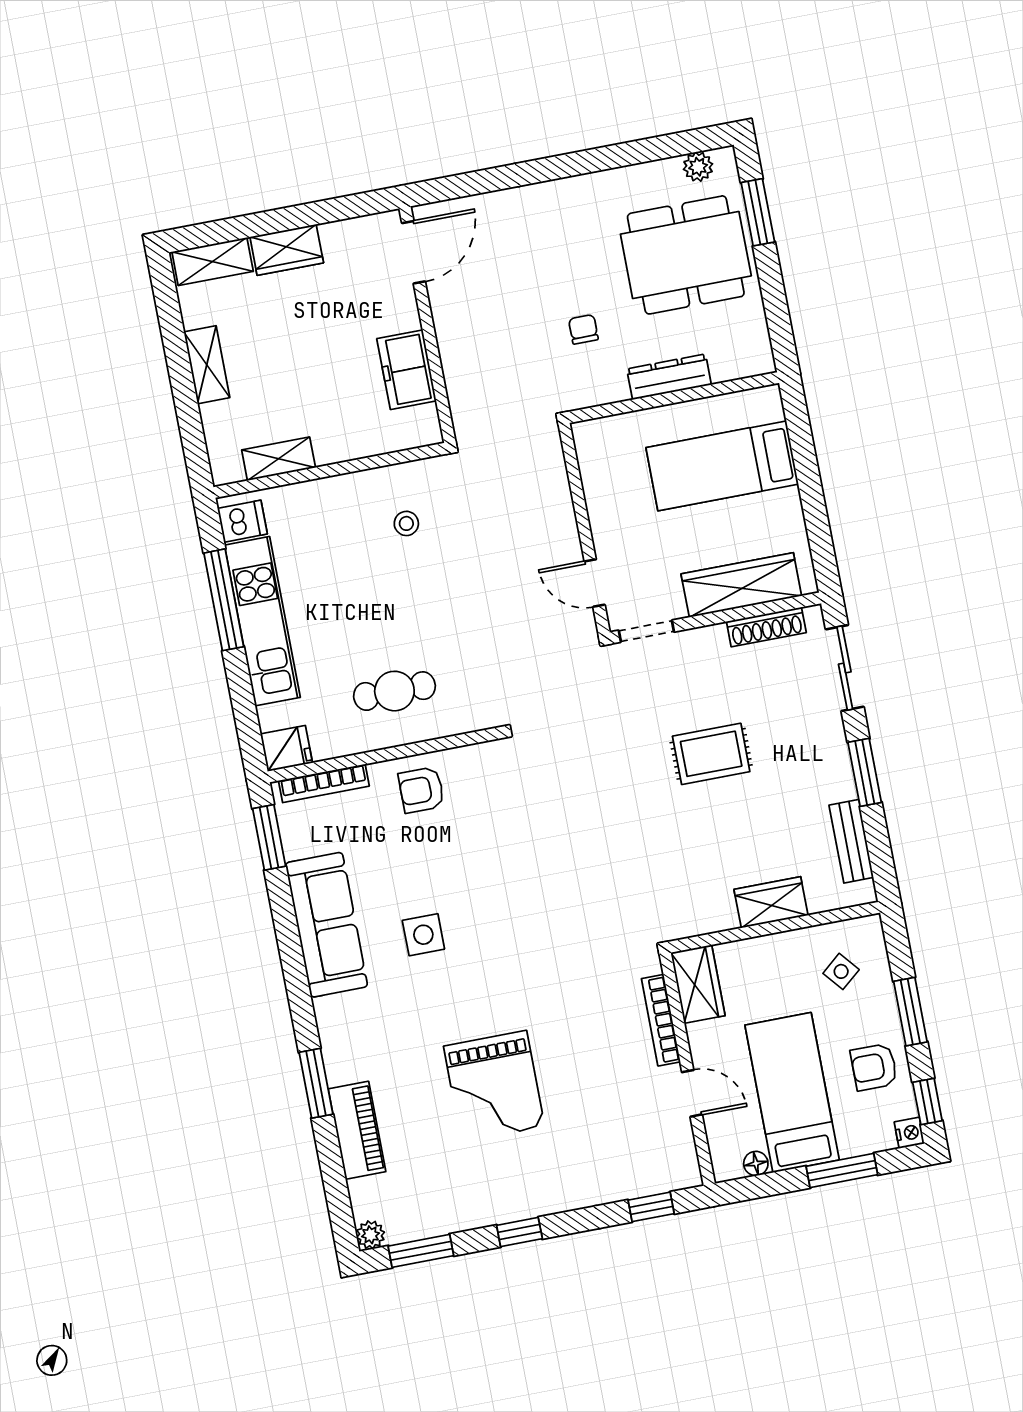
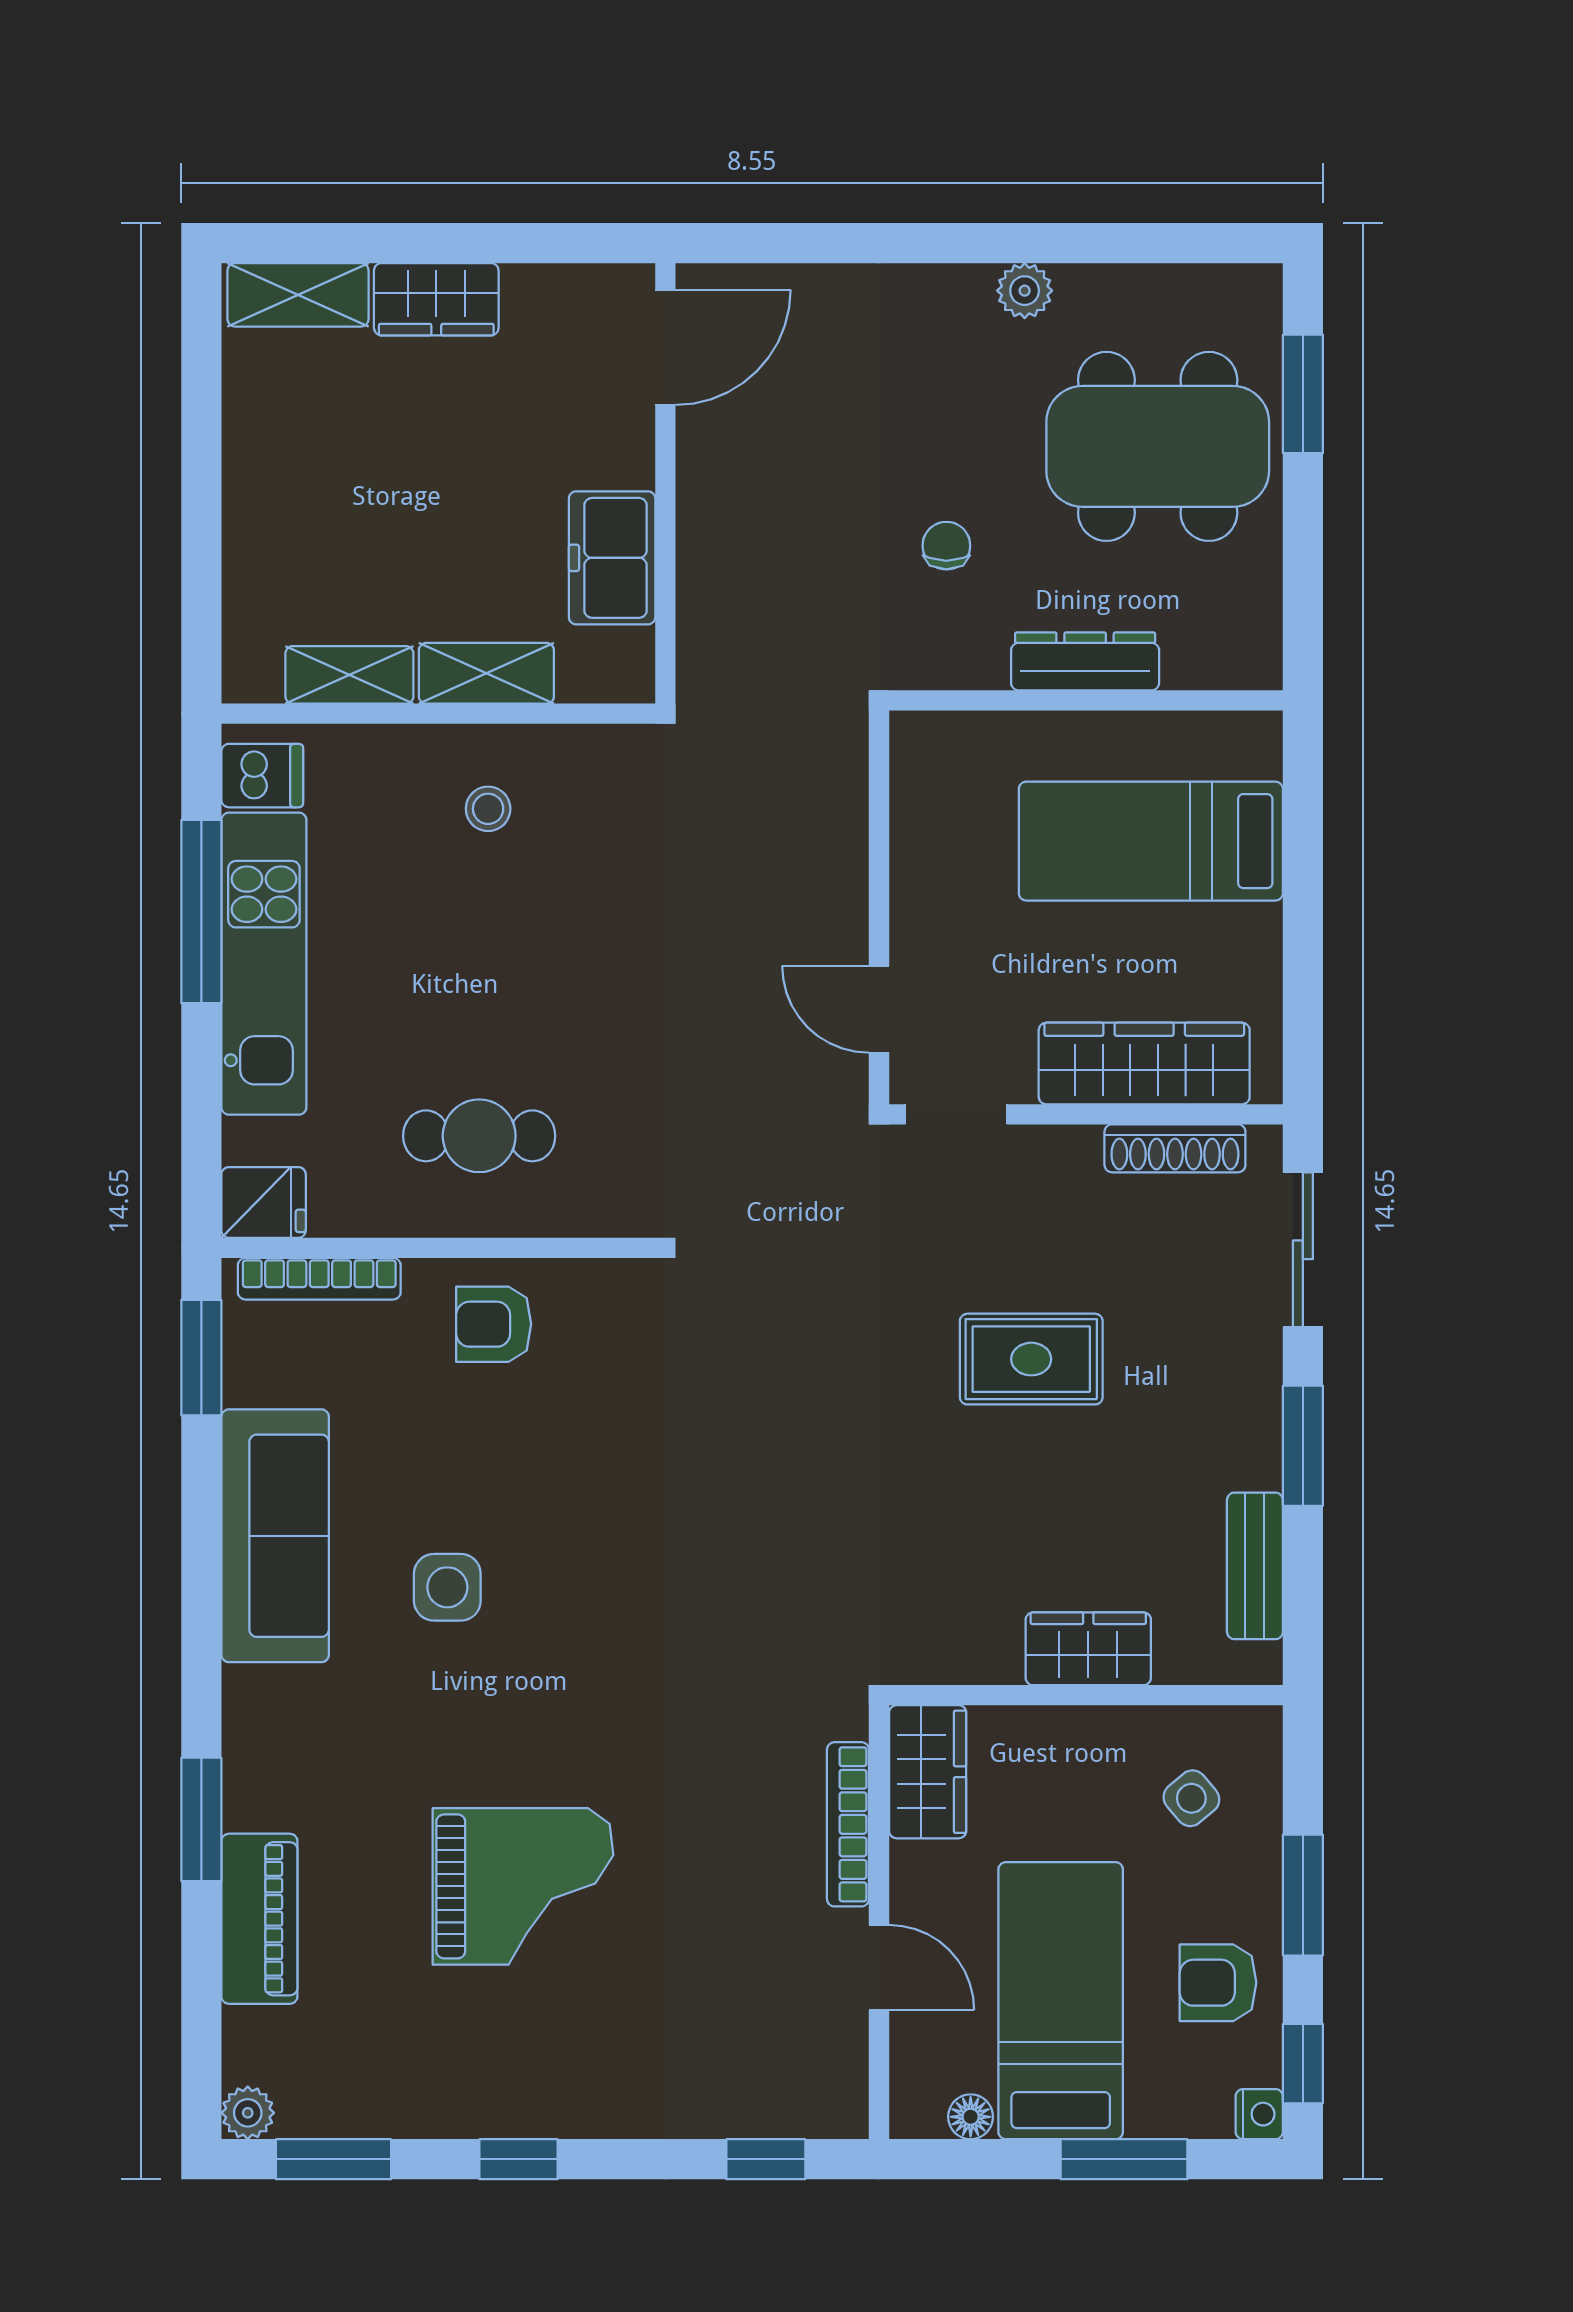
plant: (698, 167) -> (1025, 291), moved
shelving: (207, 365) -> (486, 673), moved, turned 90
stool: (406, 523) -> (488, 809), moved
grand piano: (494, 1086) -> (523, 1886), turned -90

